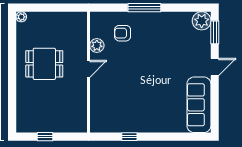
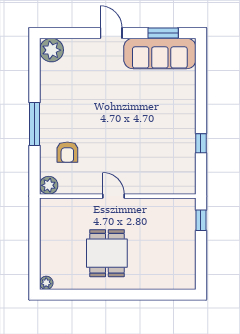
window: (215, 32) -> (163, 33), moved
plant: (97, 45) -> (49, 185), moved
window: (45, 137) -> (201, 220), moved

